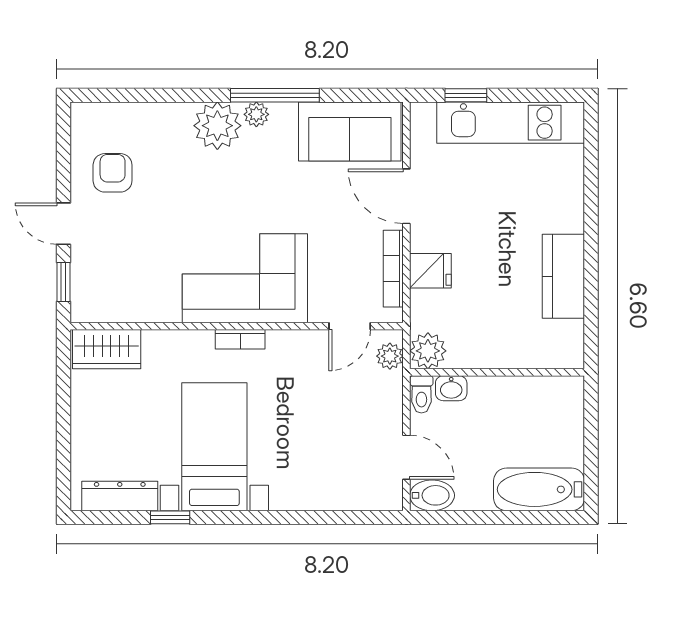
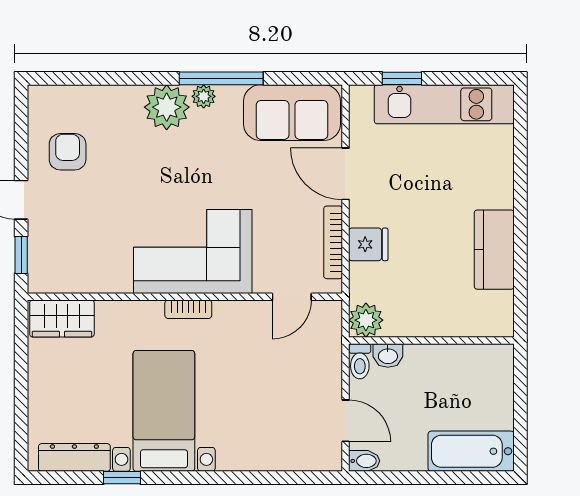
plant: (390, 356) -> (330, 325), removed
bidet: (432, 495) -> (364, 461), width x0.72, depth x0.74

